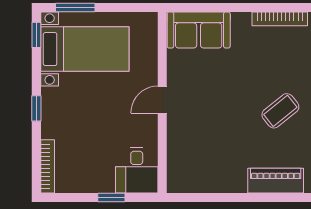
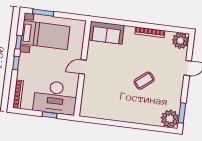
window: (36, 35) -> (19, 42), moved
desk: (137, 170) -> (55, 97), width x1.87, depth x1.30
piano: (276, 181) -> (137, 117), removed

